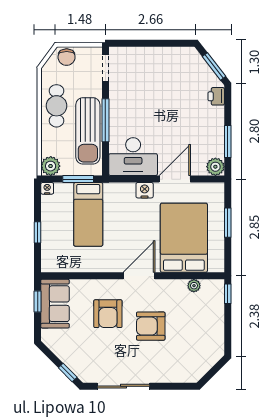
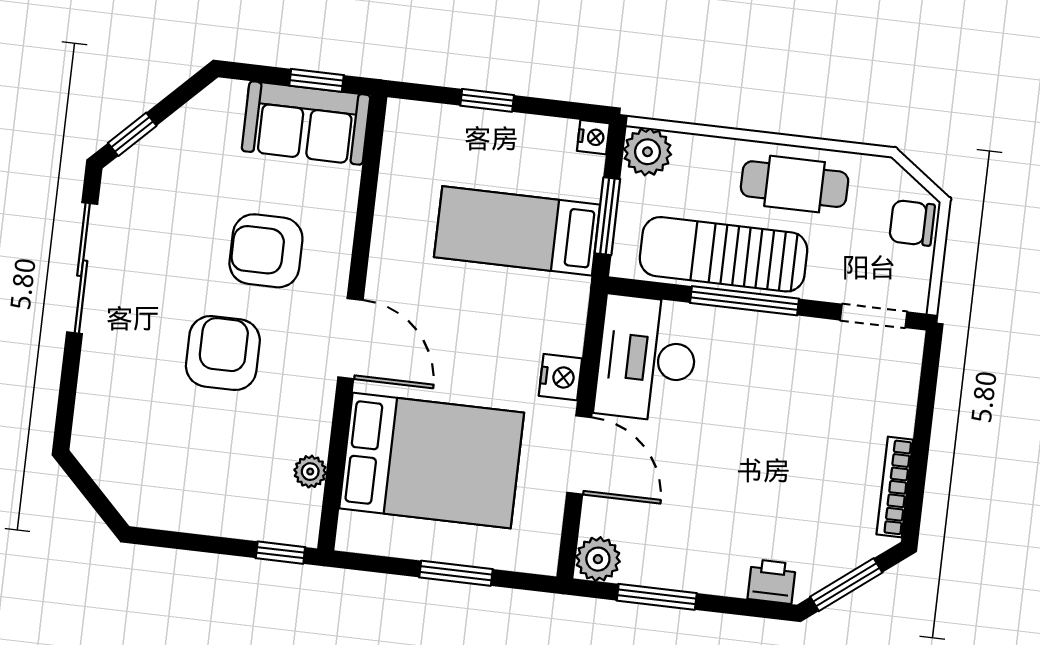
bookcase: (173, 52) -> (895, 487), added

